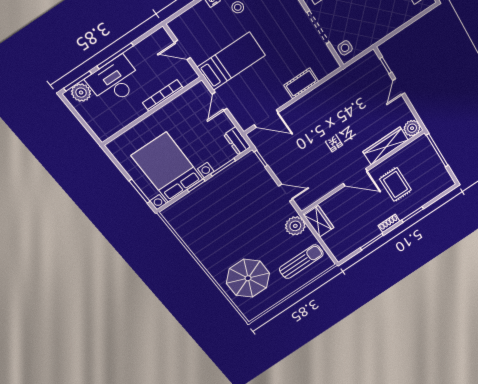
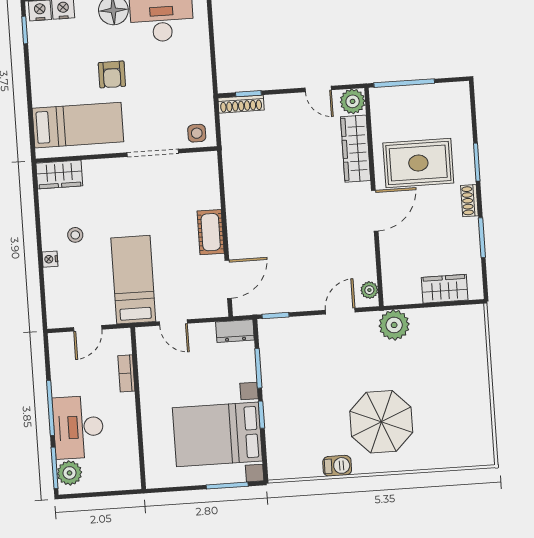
shoe rack: (377, 65) -> (241, 104), added
cot: (301, 83) -> (211, 232), moved
door: (399, 87) -> (318, 89), moved
bookcase: (163, 95) -> (126, 373), width x0.64
rug: (396, 184) -> (418, 163), width x1.36, depth x1.43
plant: (308, 201) -> (369, 290), added
wardrobe: (319, 221) -> (445, 289), moved
barbecue: (193, 244) -> (337, 466), added
sun lounger: (301, 262) -> (451, 346), removed
parasol: (248, 278) -> (381, 422), moved

